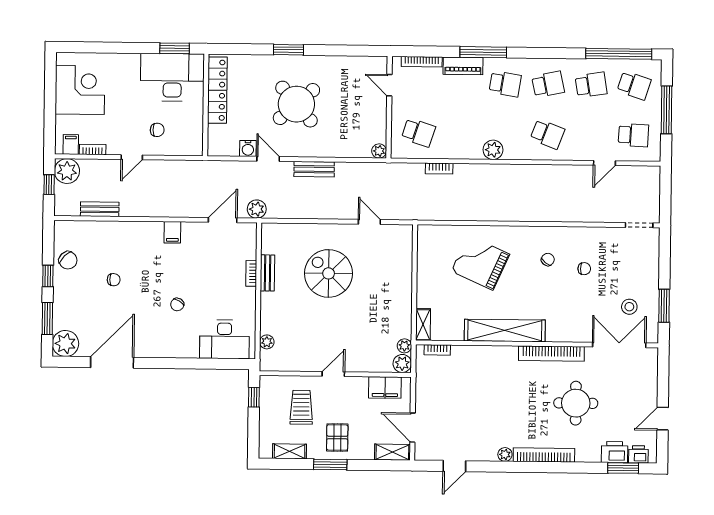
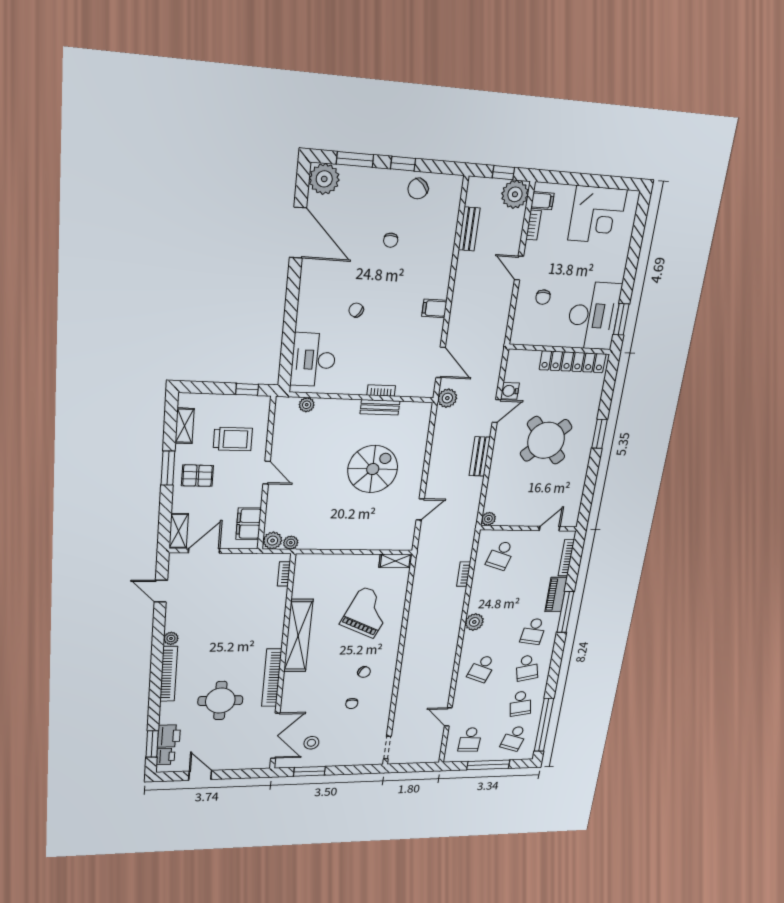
shelving: (423, 325) -> (395, 561), moved

